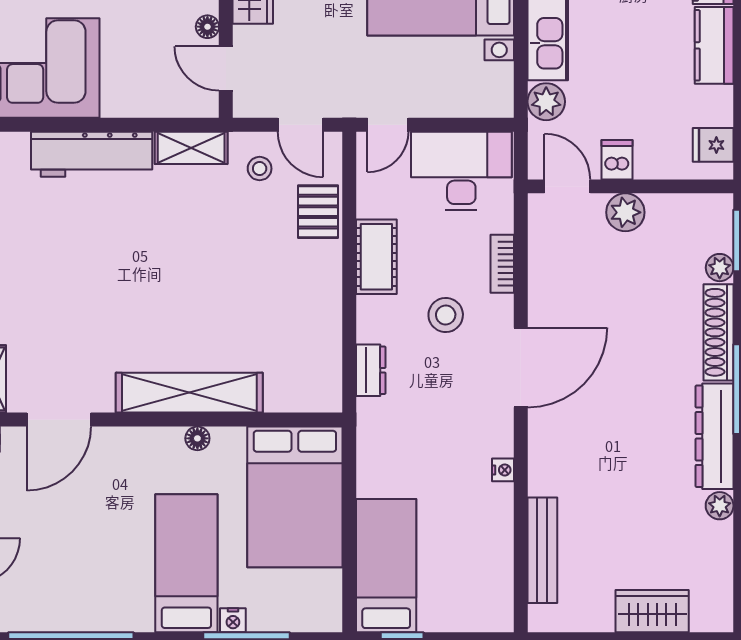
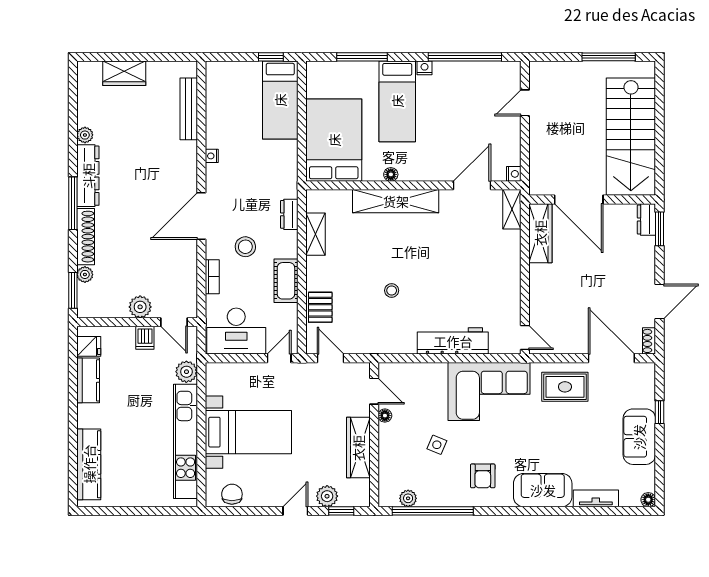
kitchen counter: (714, 45) -> (88, 380), moved
shelving: (191, 148) -> (315, 234), moved, turned 90
stool: (260, 169) -> (392, 290), moved
nightstand: (233, 620) -> (425, 68), moved

